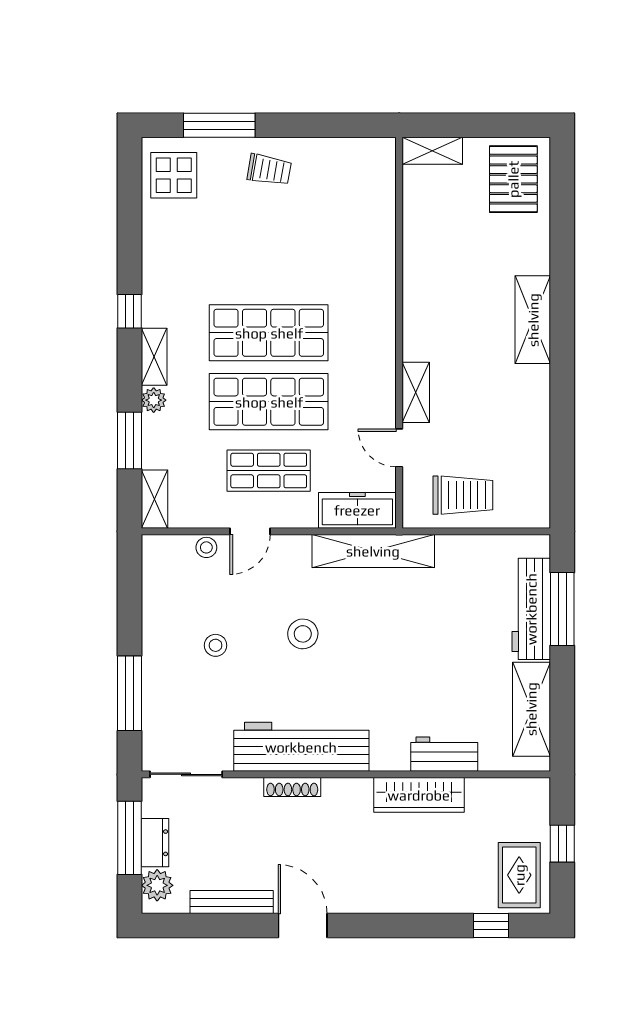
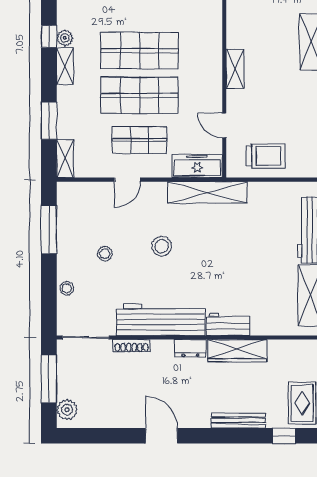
shelving: (416, 392) -> (235, 69), moved
plant: (154, 400) -> (65, 38), moved
stool: (206, 547) -> (67, 288), moved
window: (129, 693) -> (49, 229), moved
workbench: (444, 754) -> (228, 324), moved
shoe rack: (292, 787) -> (131, 346), moved
dresser: (155, 843) -> (190, 348), moved, turned 90
bench: (232, 902) -> (239, 421), moved

